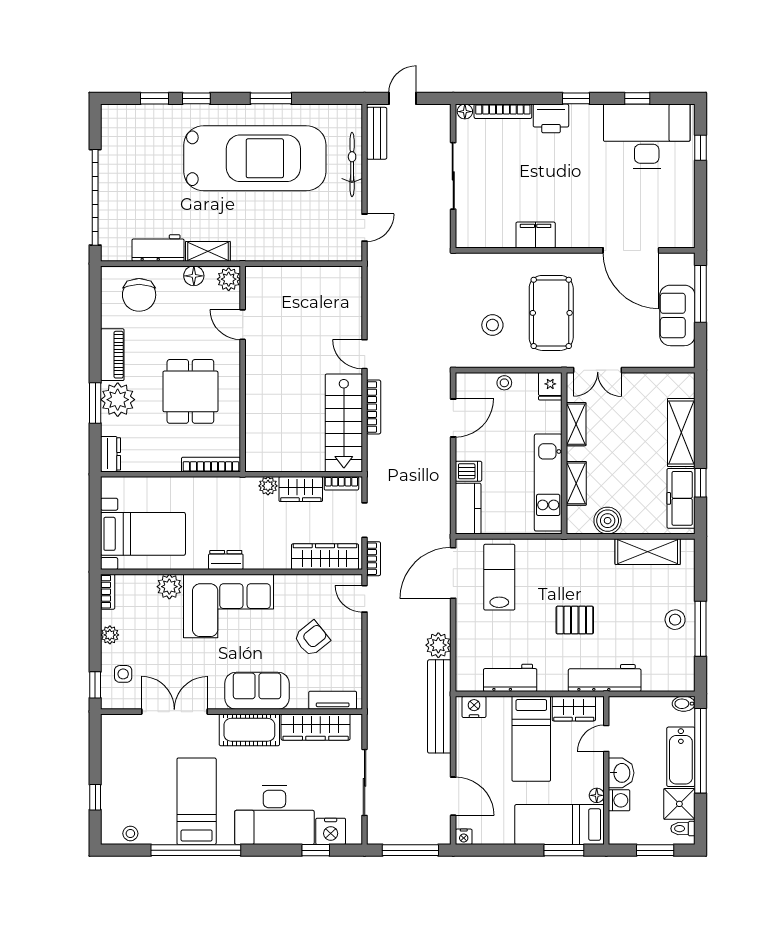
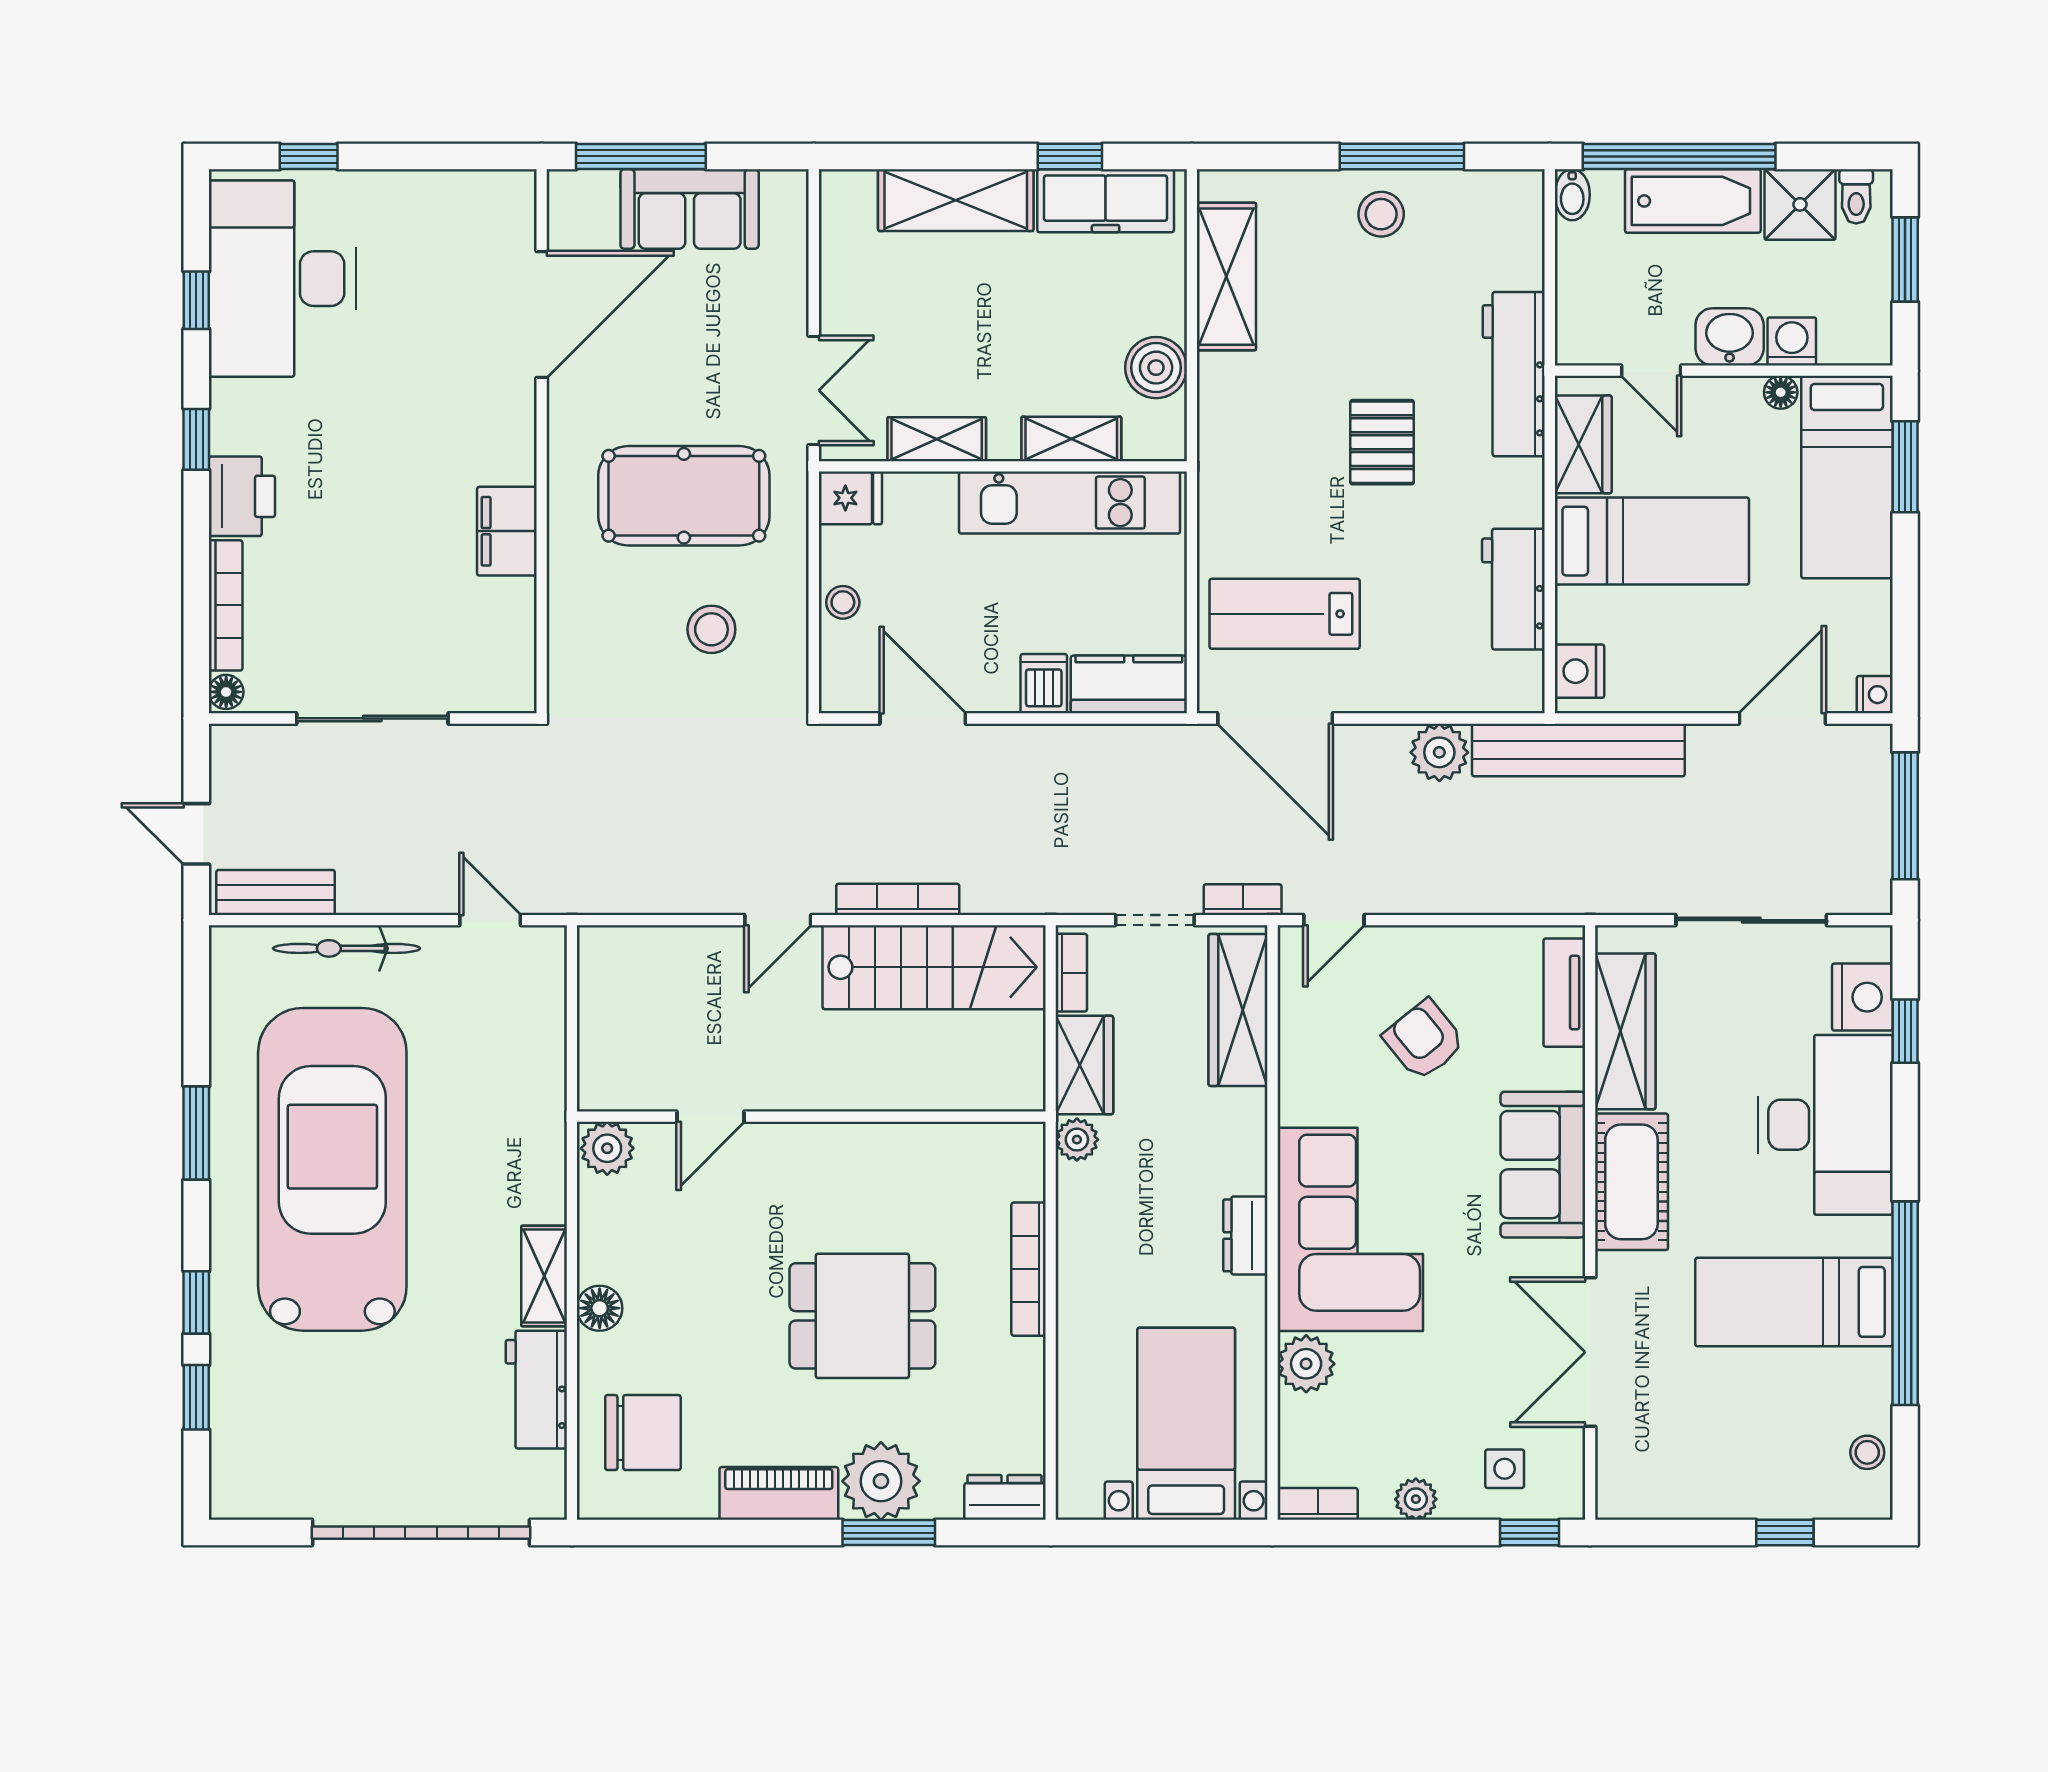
plant: (229, 279) -> (607, 1148), moved
door: (243, 325) -> (711, 1117), moved
wall: (243, 369) -> (811, 1117), moved

